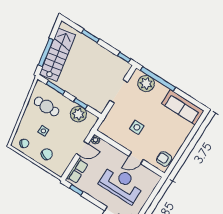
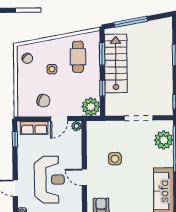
stairs: (57, 55) -> (116, 63), moved, turned -80
plant: (78, 114) -> (91, 107), moved
door: (82, 149) -> (59, 119), hinge flipped
chair: (47, 154) -> (43, 101), moved

